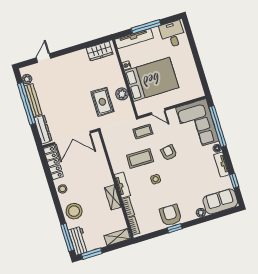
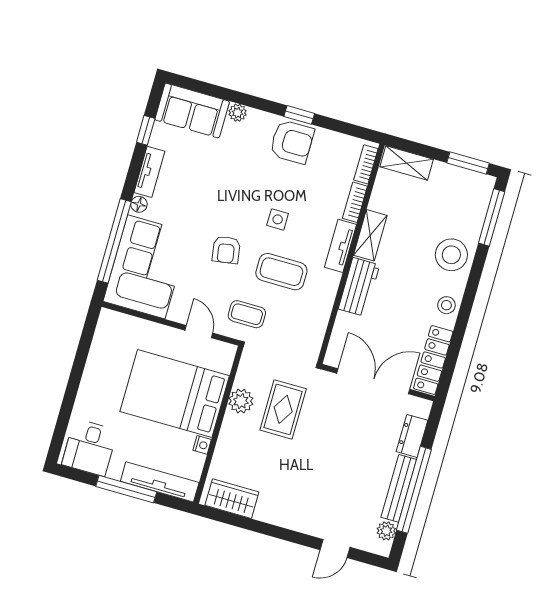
dresser: (43, 129) -> (412, 436), width x0.70
armchair: (170, 215) -> (292, 142), turned -90
workbench: (79, 241) -> (359, 287), moved, turned 180

